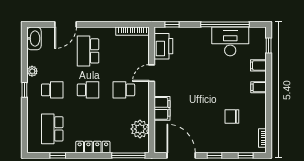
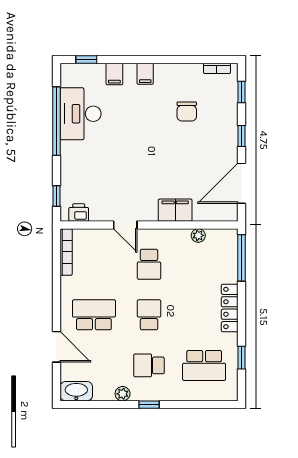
printer: (163, 46) -> (79, 213), width x0.53, depth x0.68
school desk: (88, 51) -> (94, 315), turned 180
school desk: (52, 90) -> (149, 365), turned -90
plant: (140, 129) -> (198, 235), width x0.53, depth x0.53

